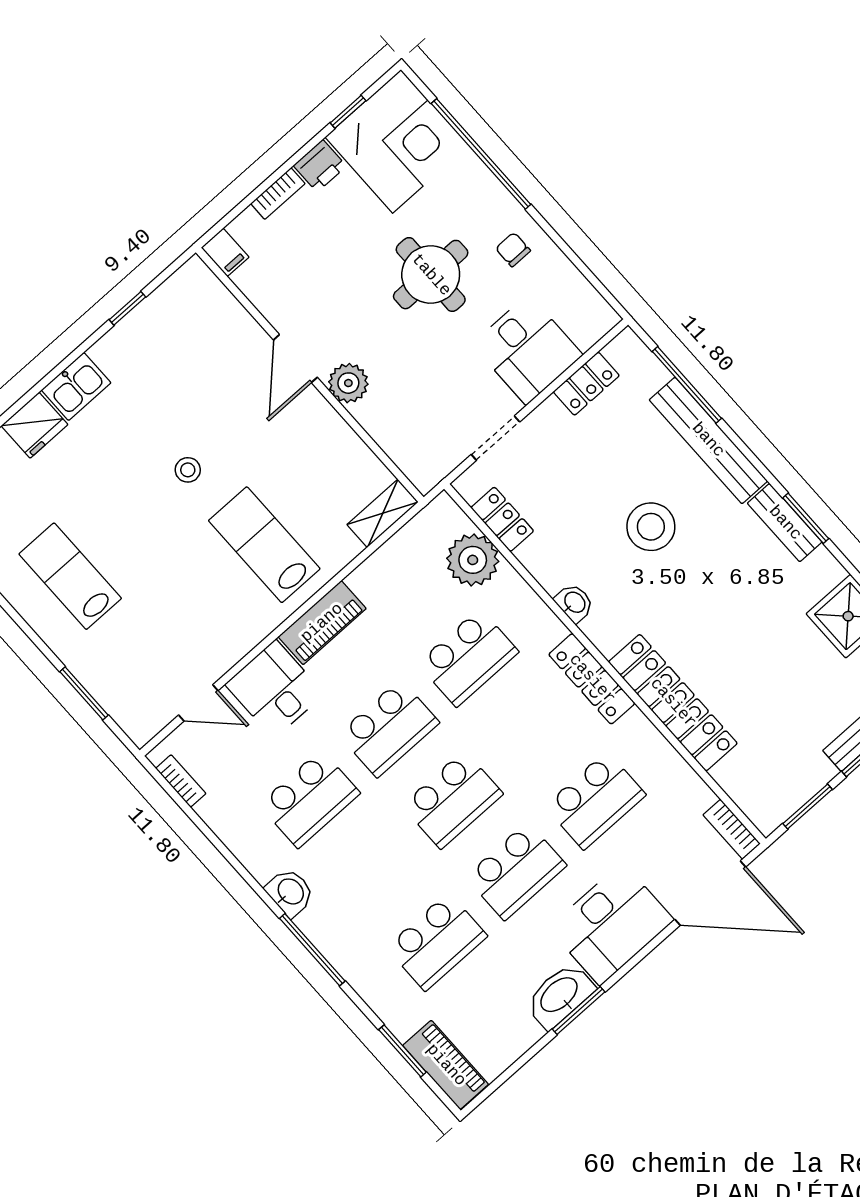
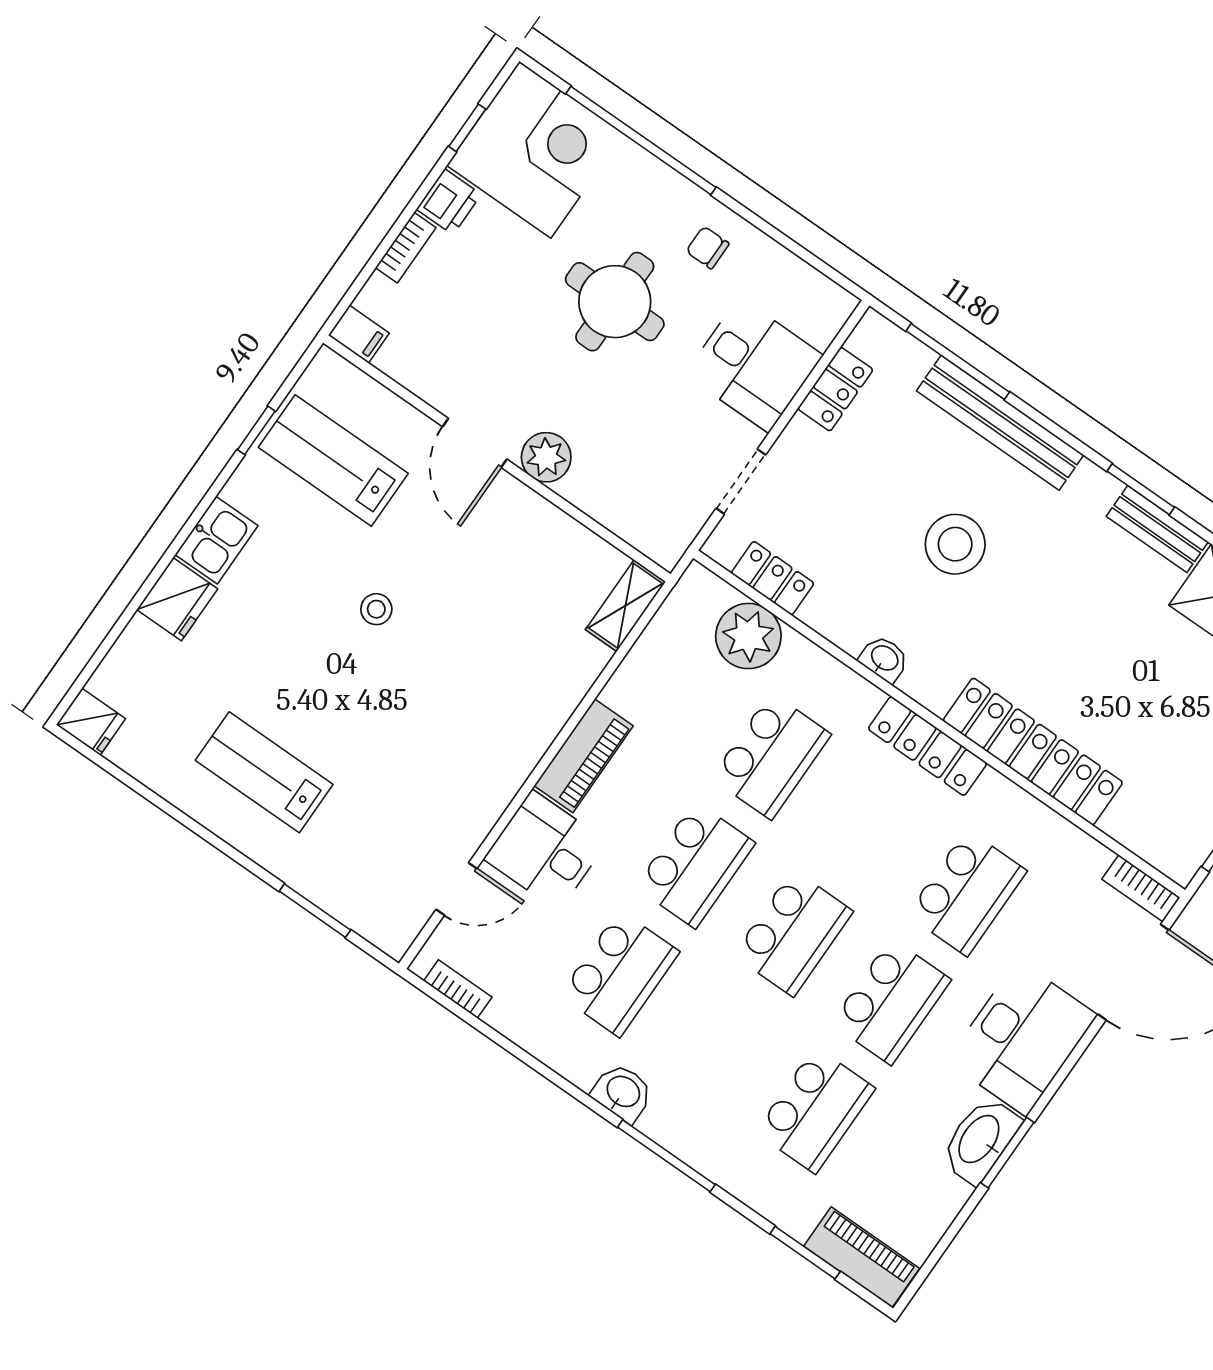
bench: (785, 523) -> (1157, 529), moved
lab bench: (264, 545) -> (333, 460), moved

